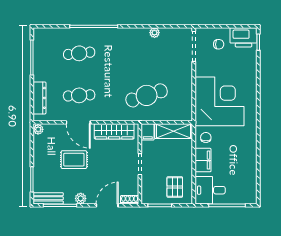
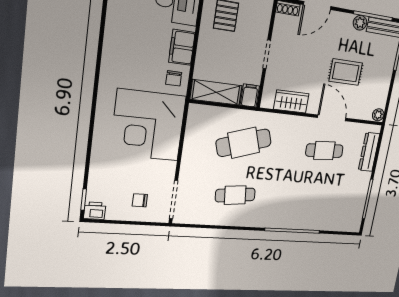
plant: (154, 33) -> (221, 219), removed
printer: (243, 37) -> (95, 211), width x0.53, depth x0.68
cafe table: (79, 53) -> (235, 195), moved
wardrobe: (114, 131) -> (291, 101), width x0.67
plant: (81, 198) -> (360, 23), moved

